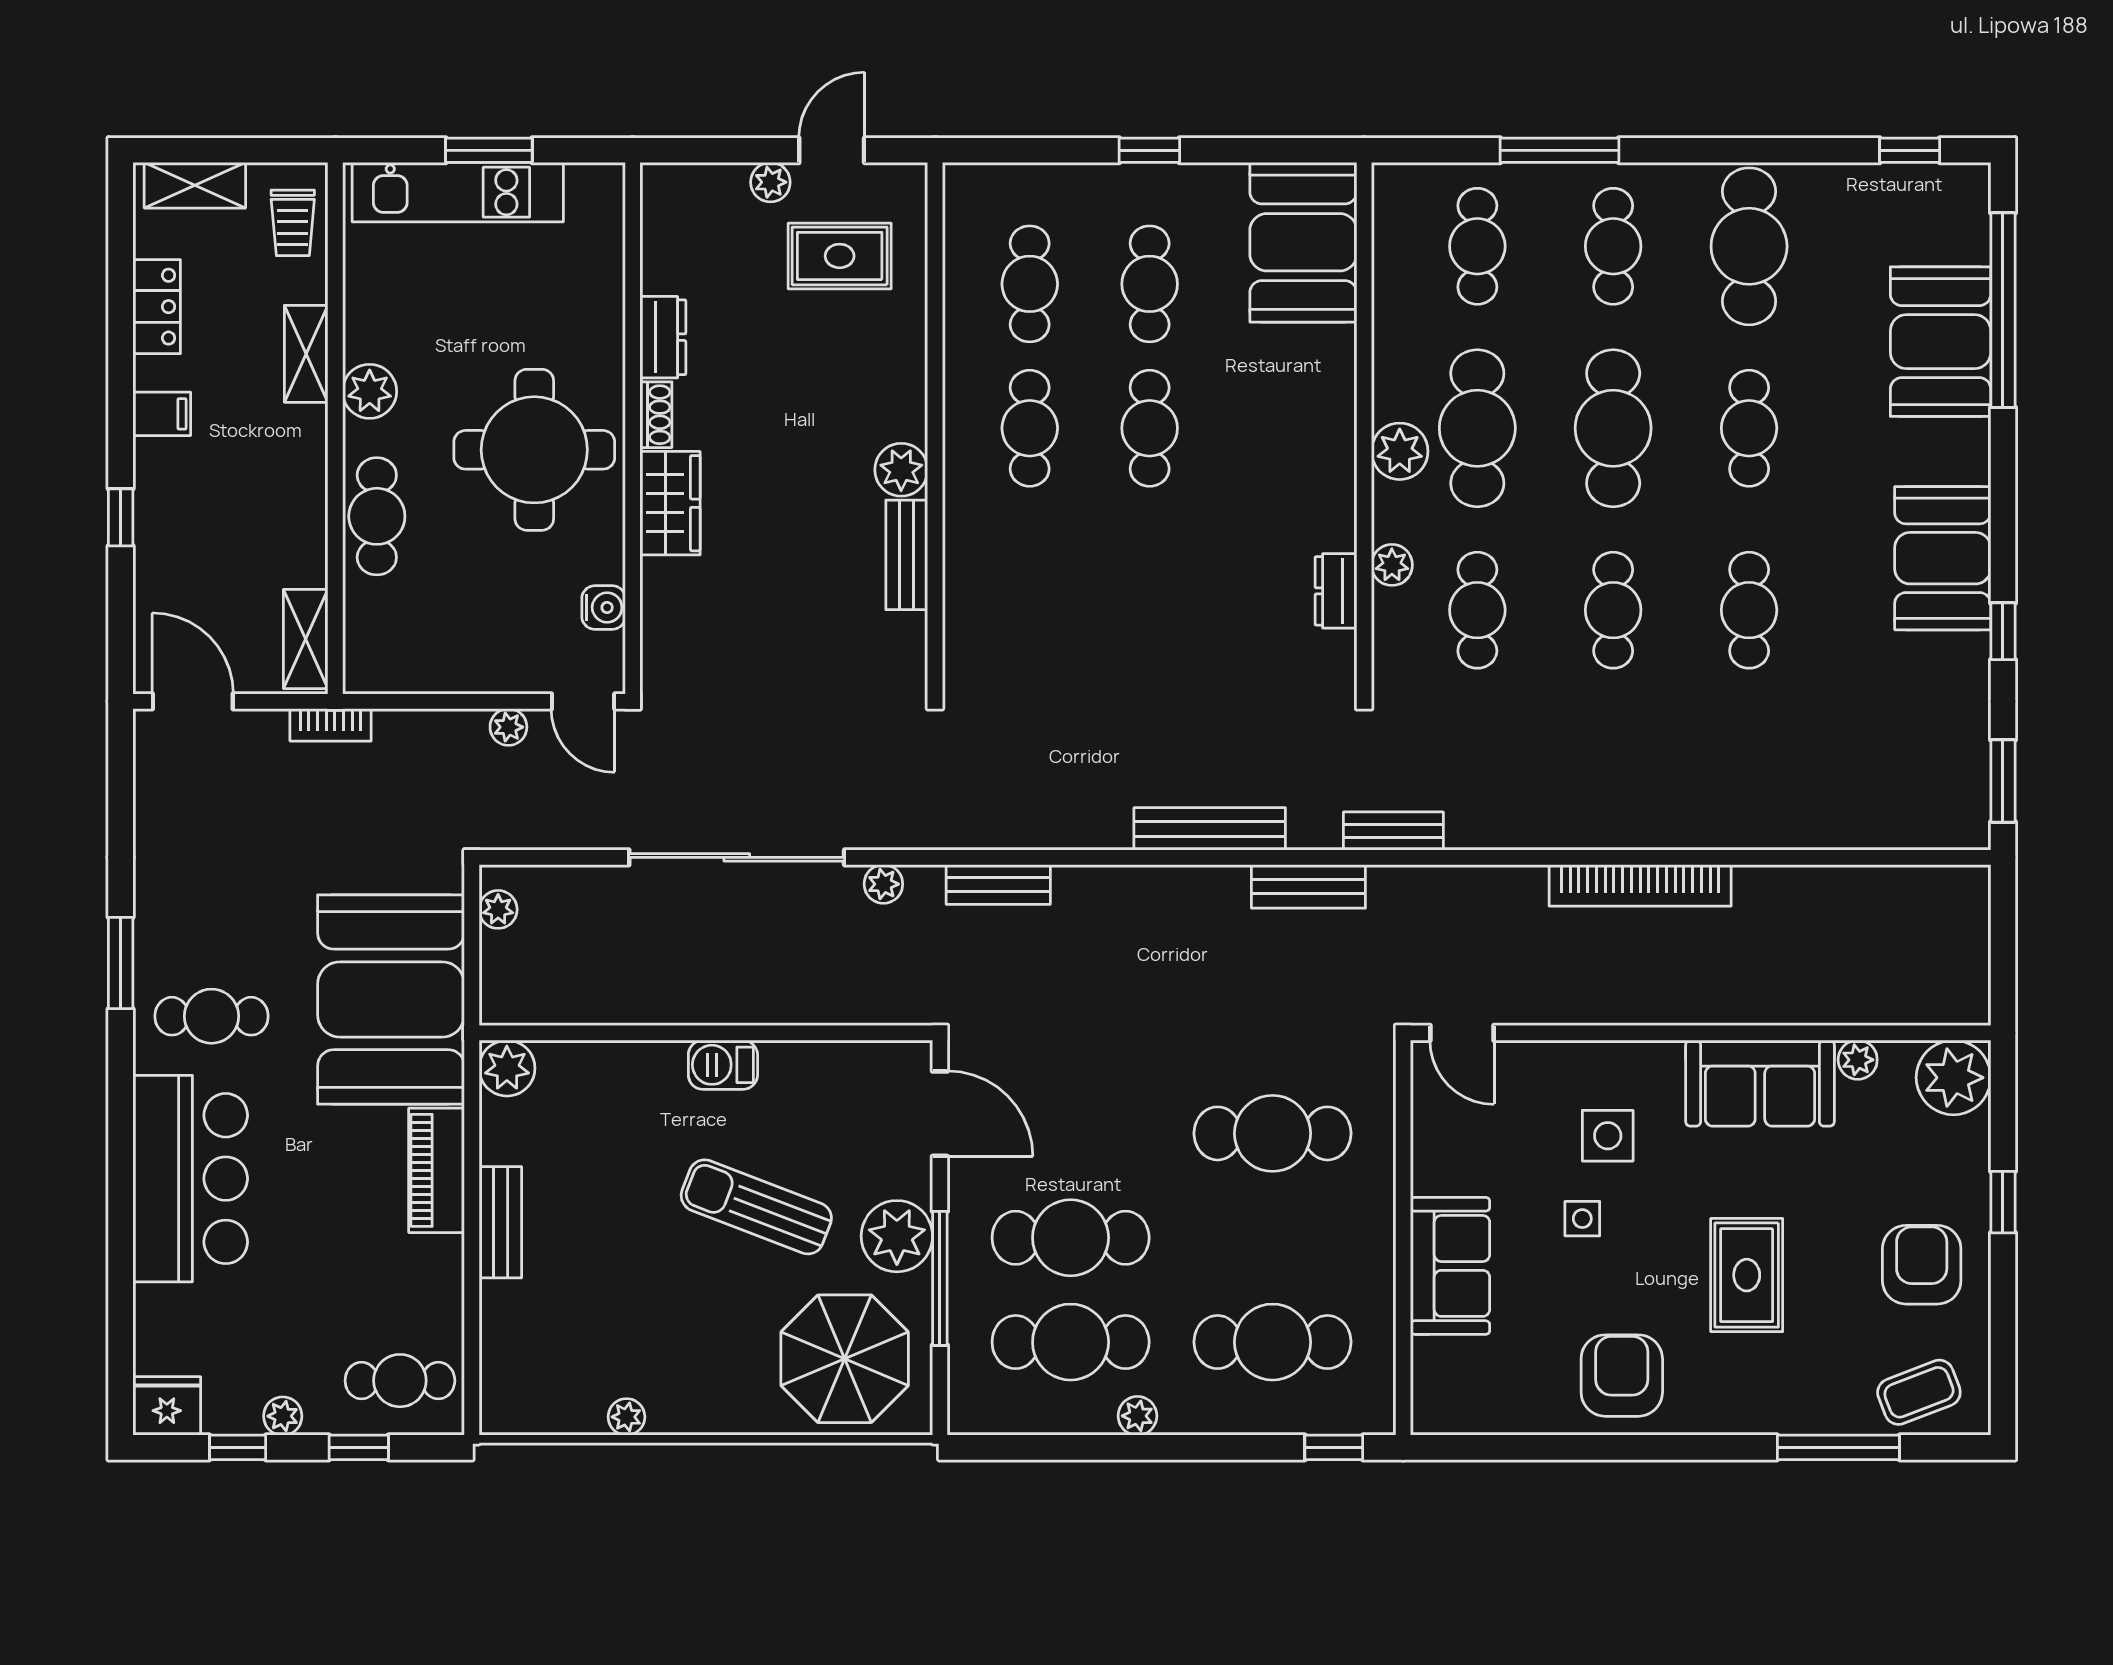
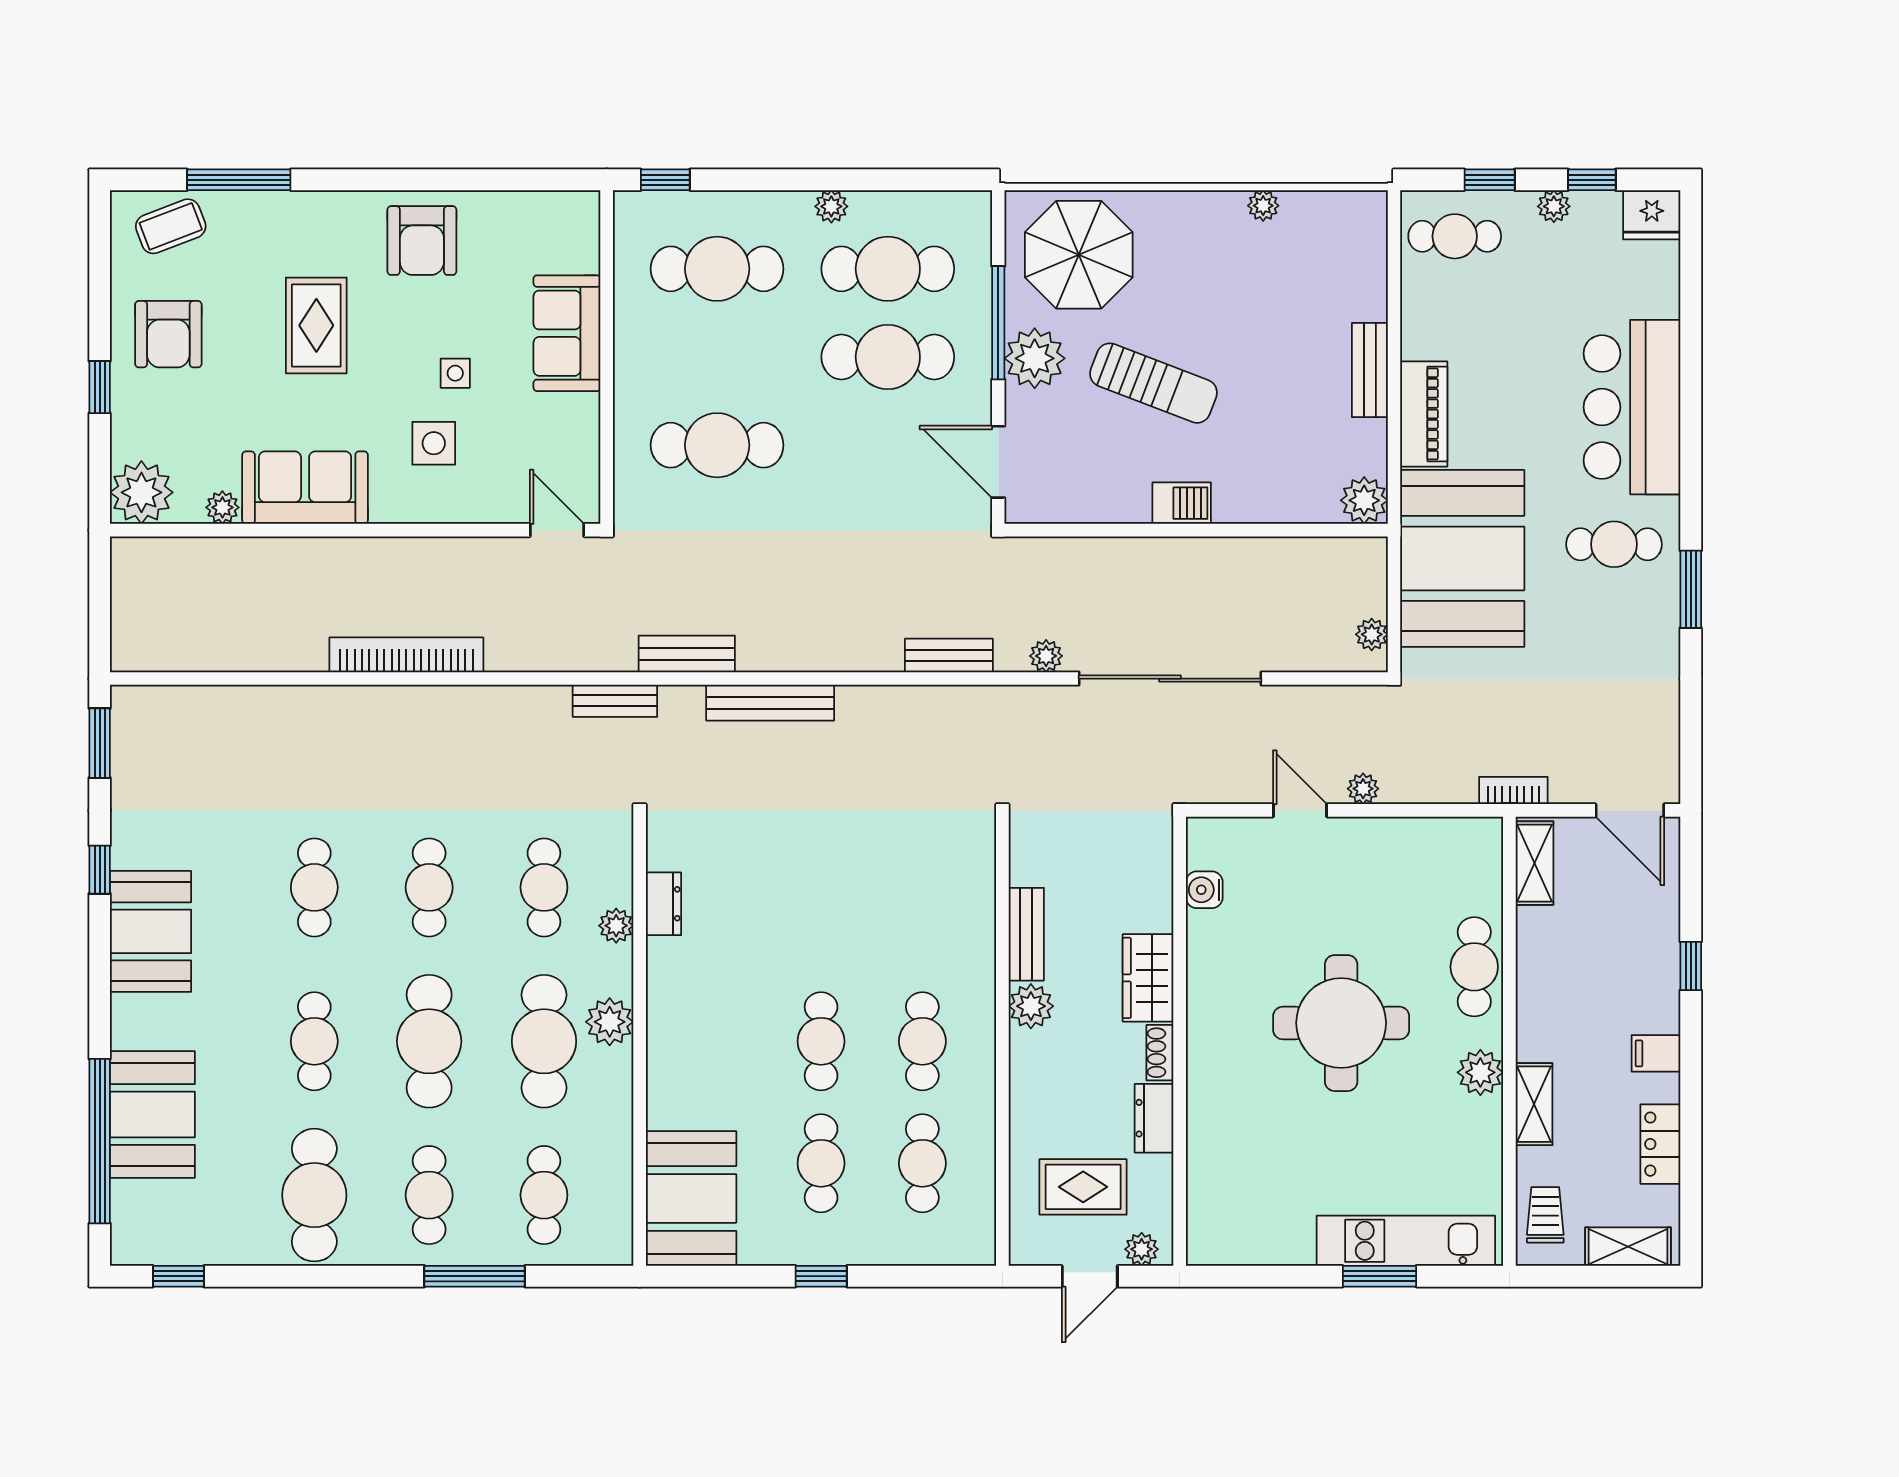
dresser: (663, 337) -> (1154, 1118), moved
shoe rack: (656, 415) -> (1160, 1053), moved
wall: (633, 428) -> (1180, 1041), moved
wardrobe: (670, 503) -> (1148, 978), moved
water cooler: (604, 607) -> (1204, 890), moved

